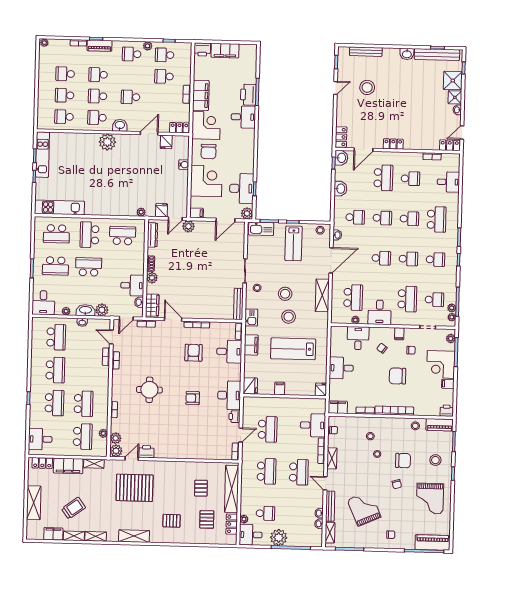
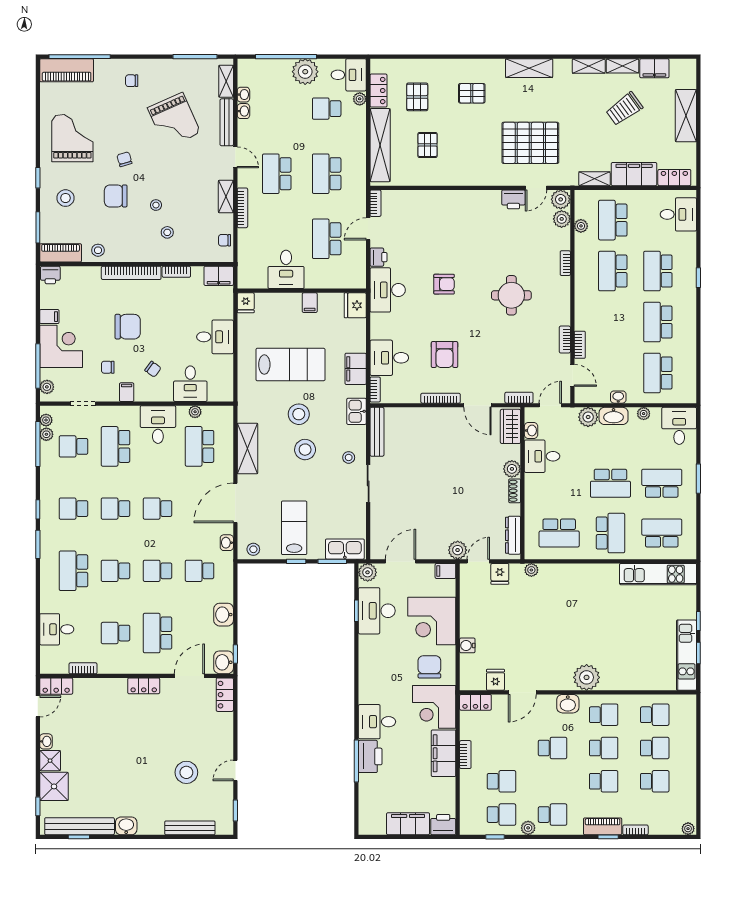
desk: (313, 425) -> (286, 269), moved, turned -90

